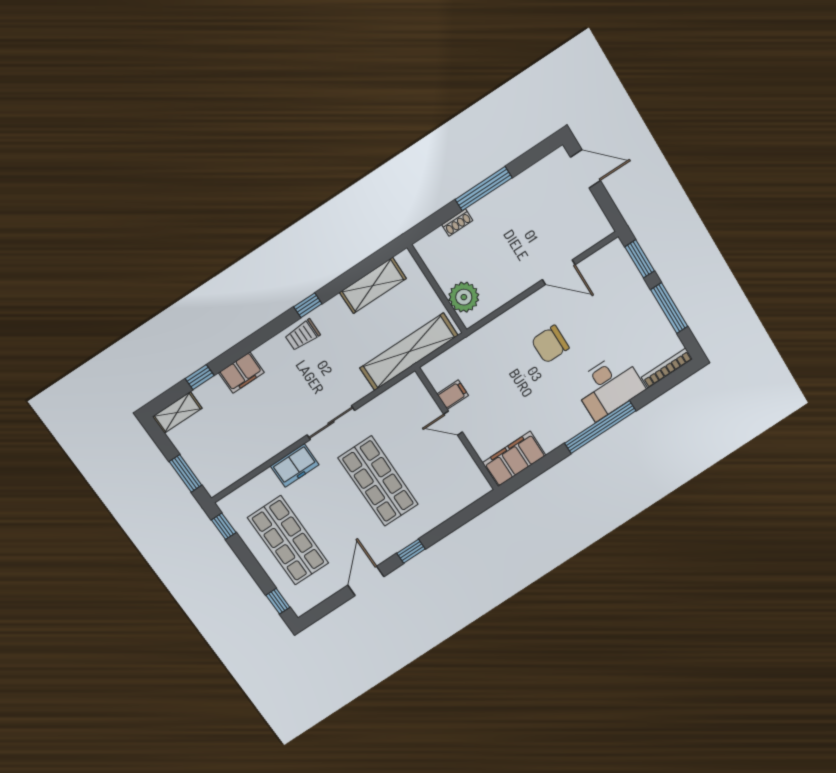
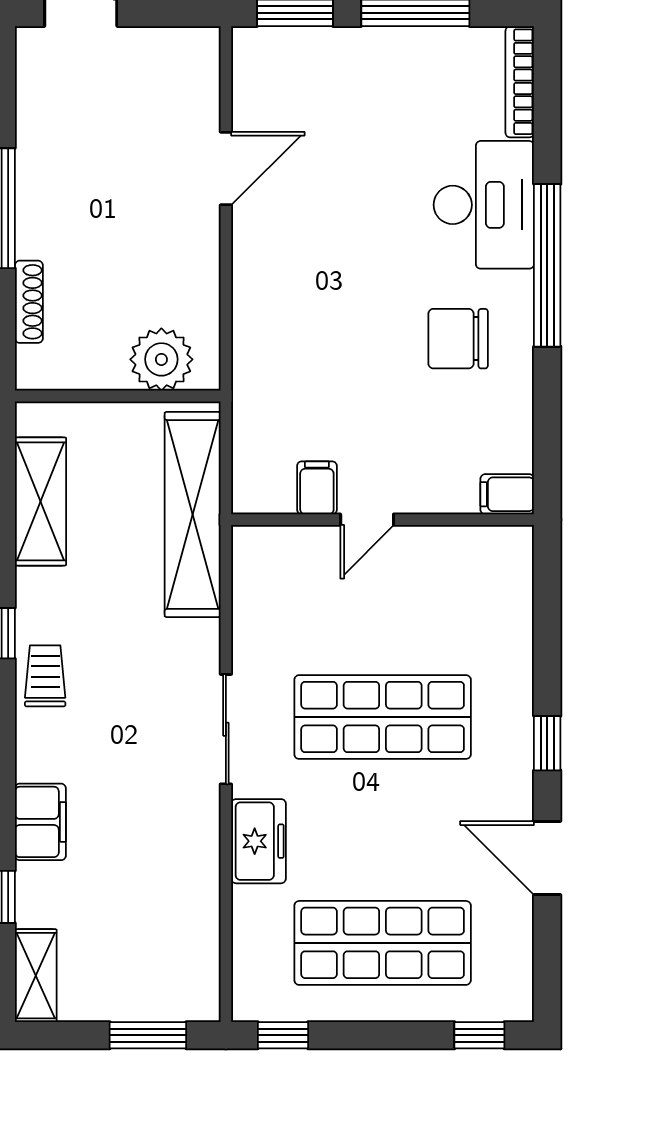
shoe rack: (457, 223) -> (29, 302), width x1.43
trolley: (303, 335) -> (45, 676), turned 180
chair: (550, 344) -> (458, 339), moved, turned 90
filing cabinet: (514, 459) -> (507, 494), width x0.33, depth x0.86

